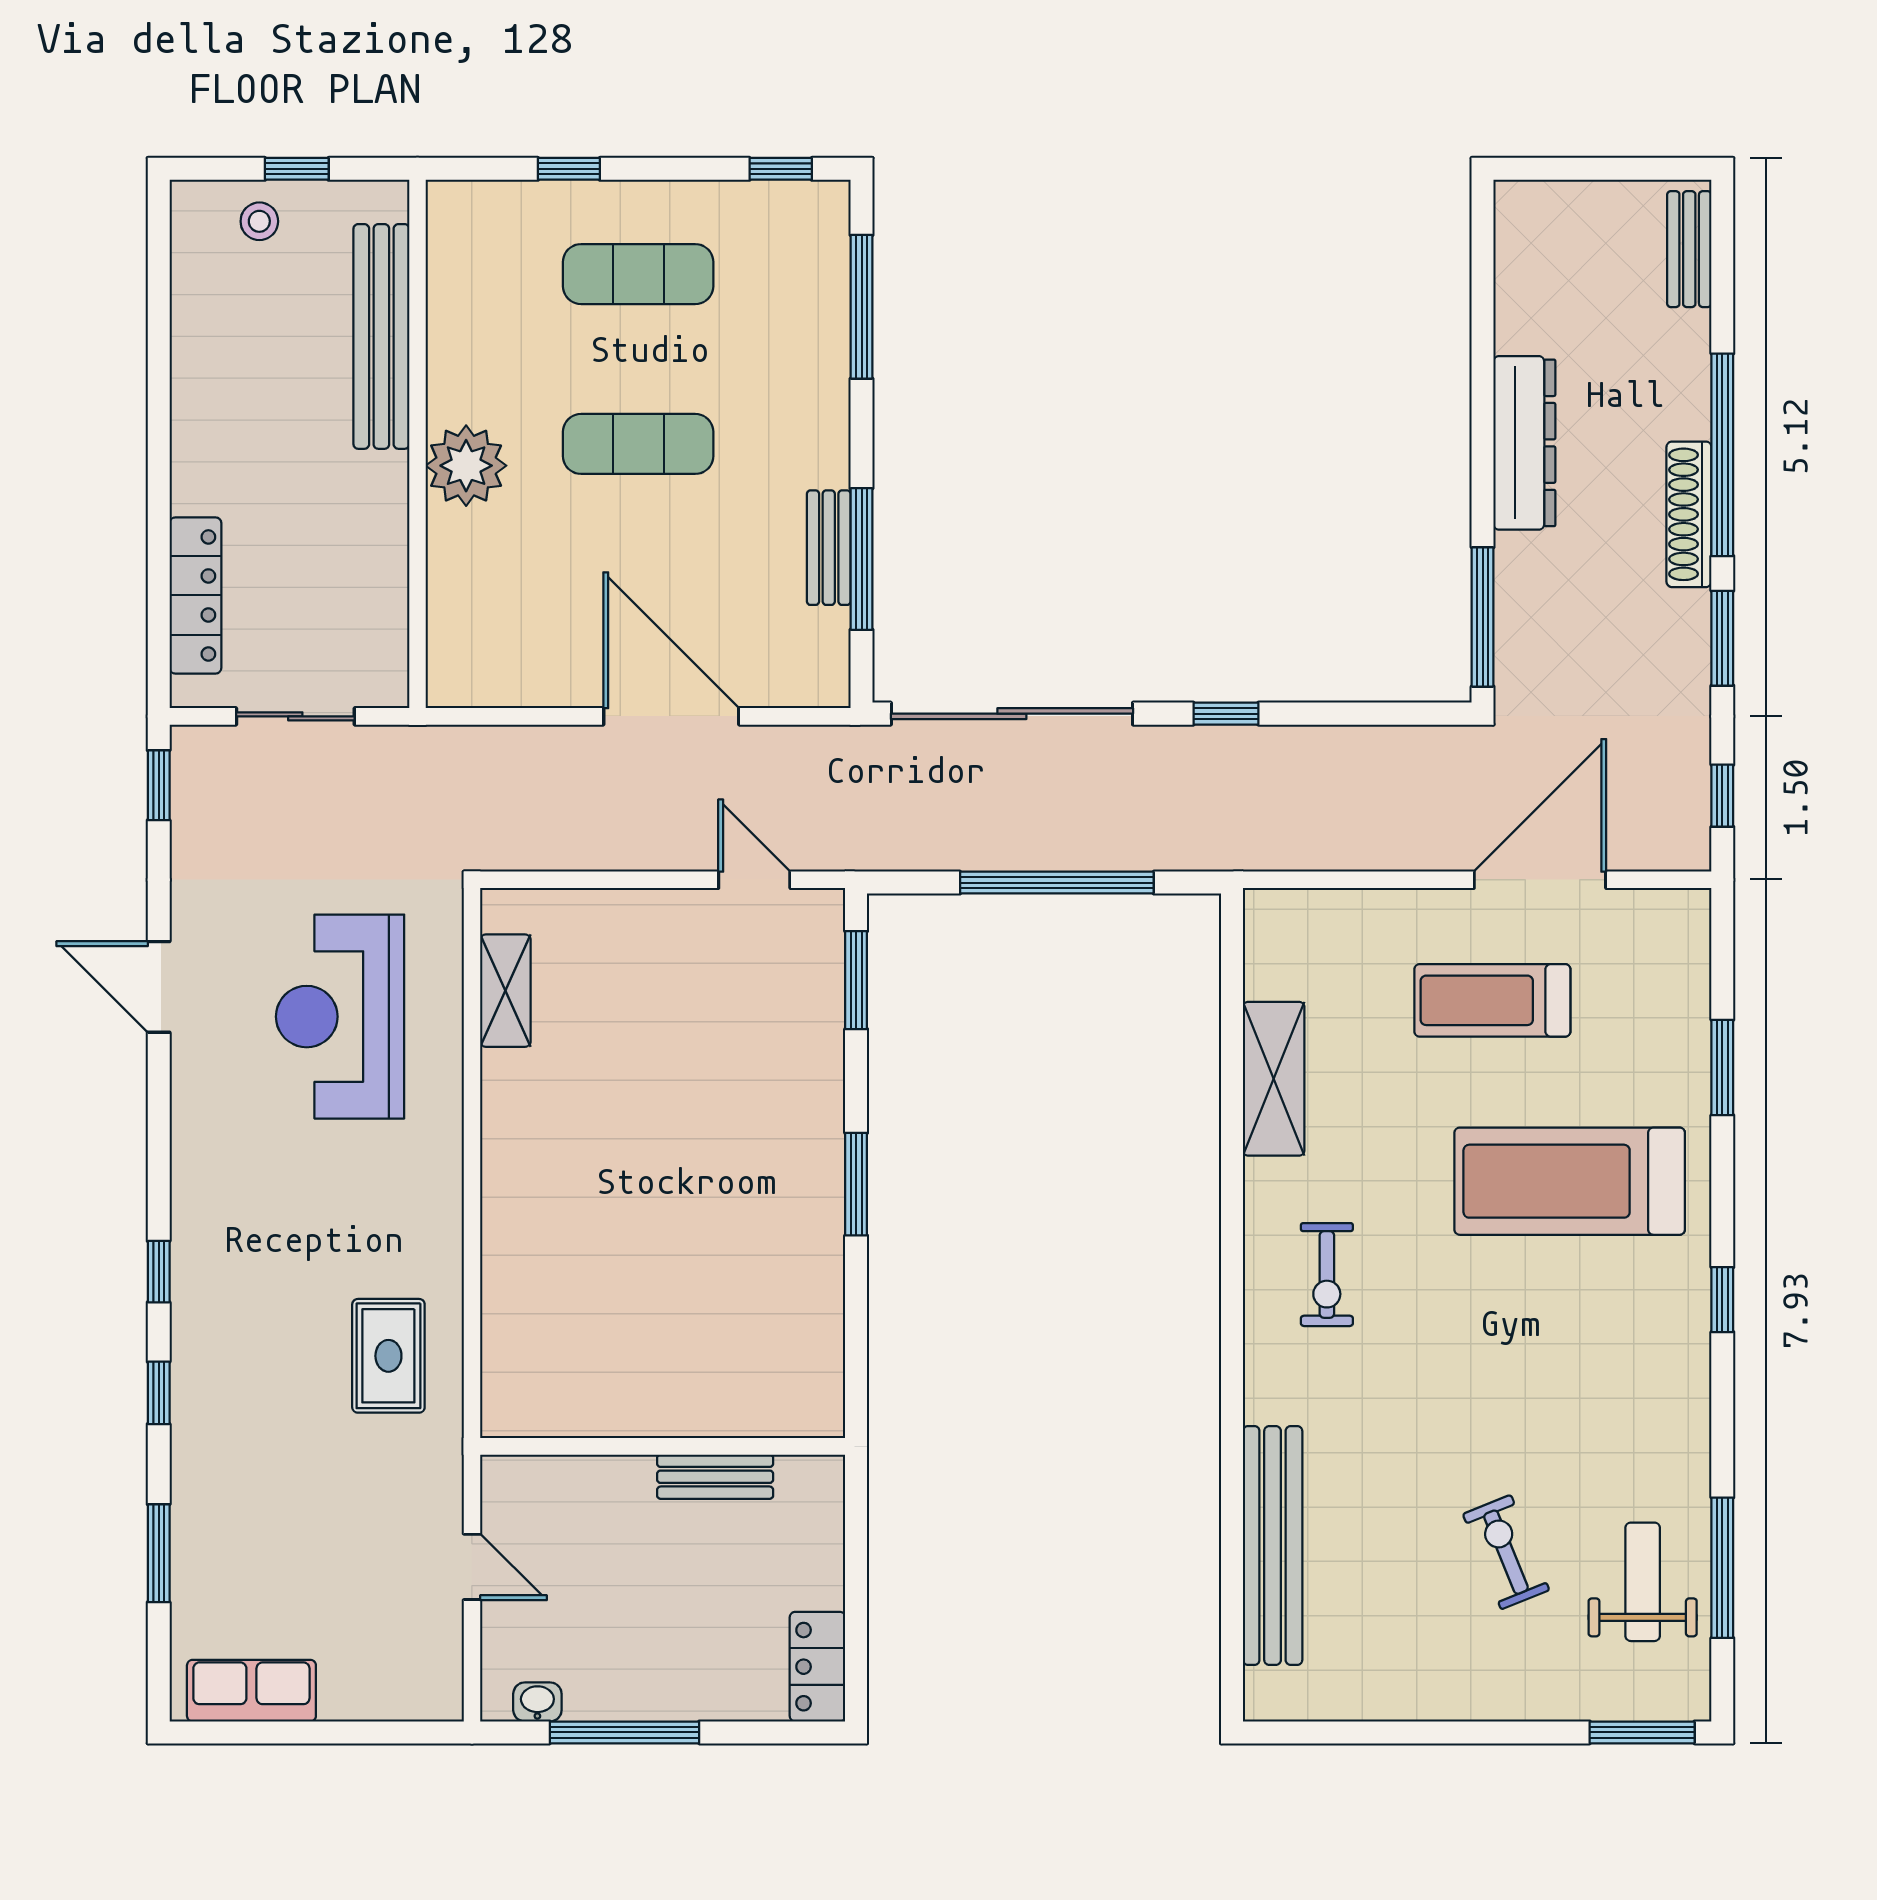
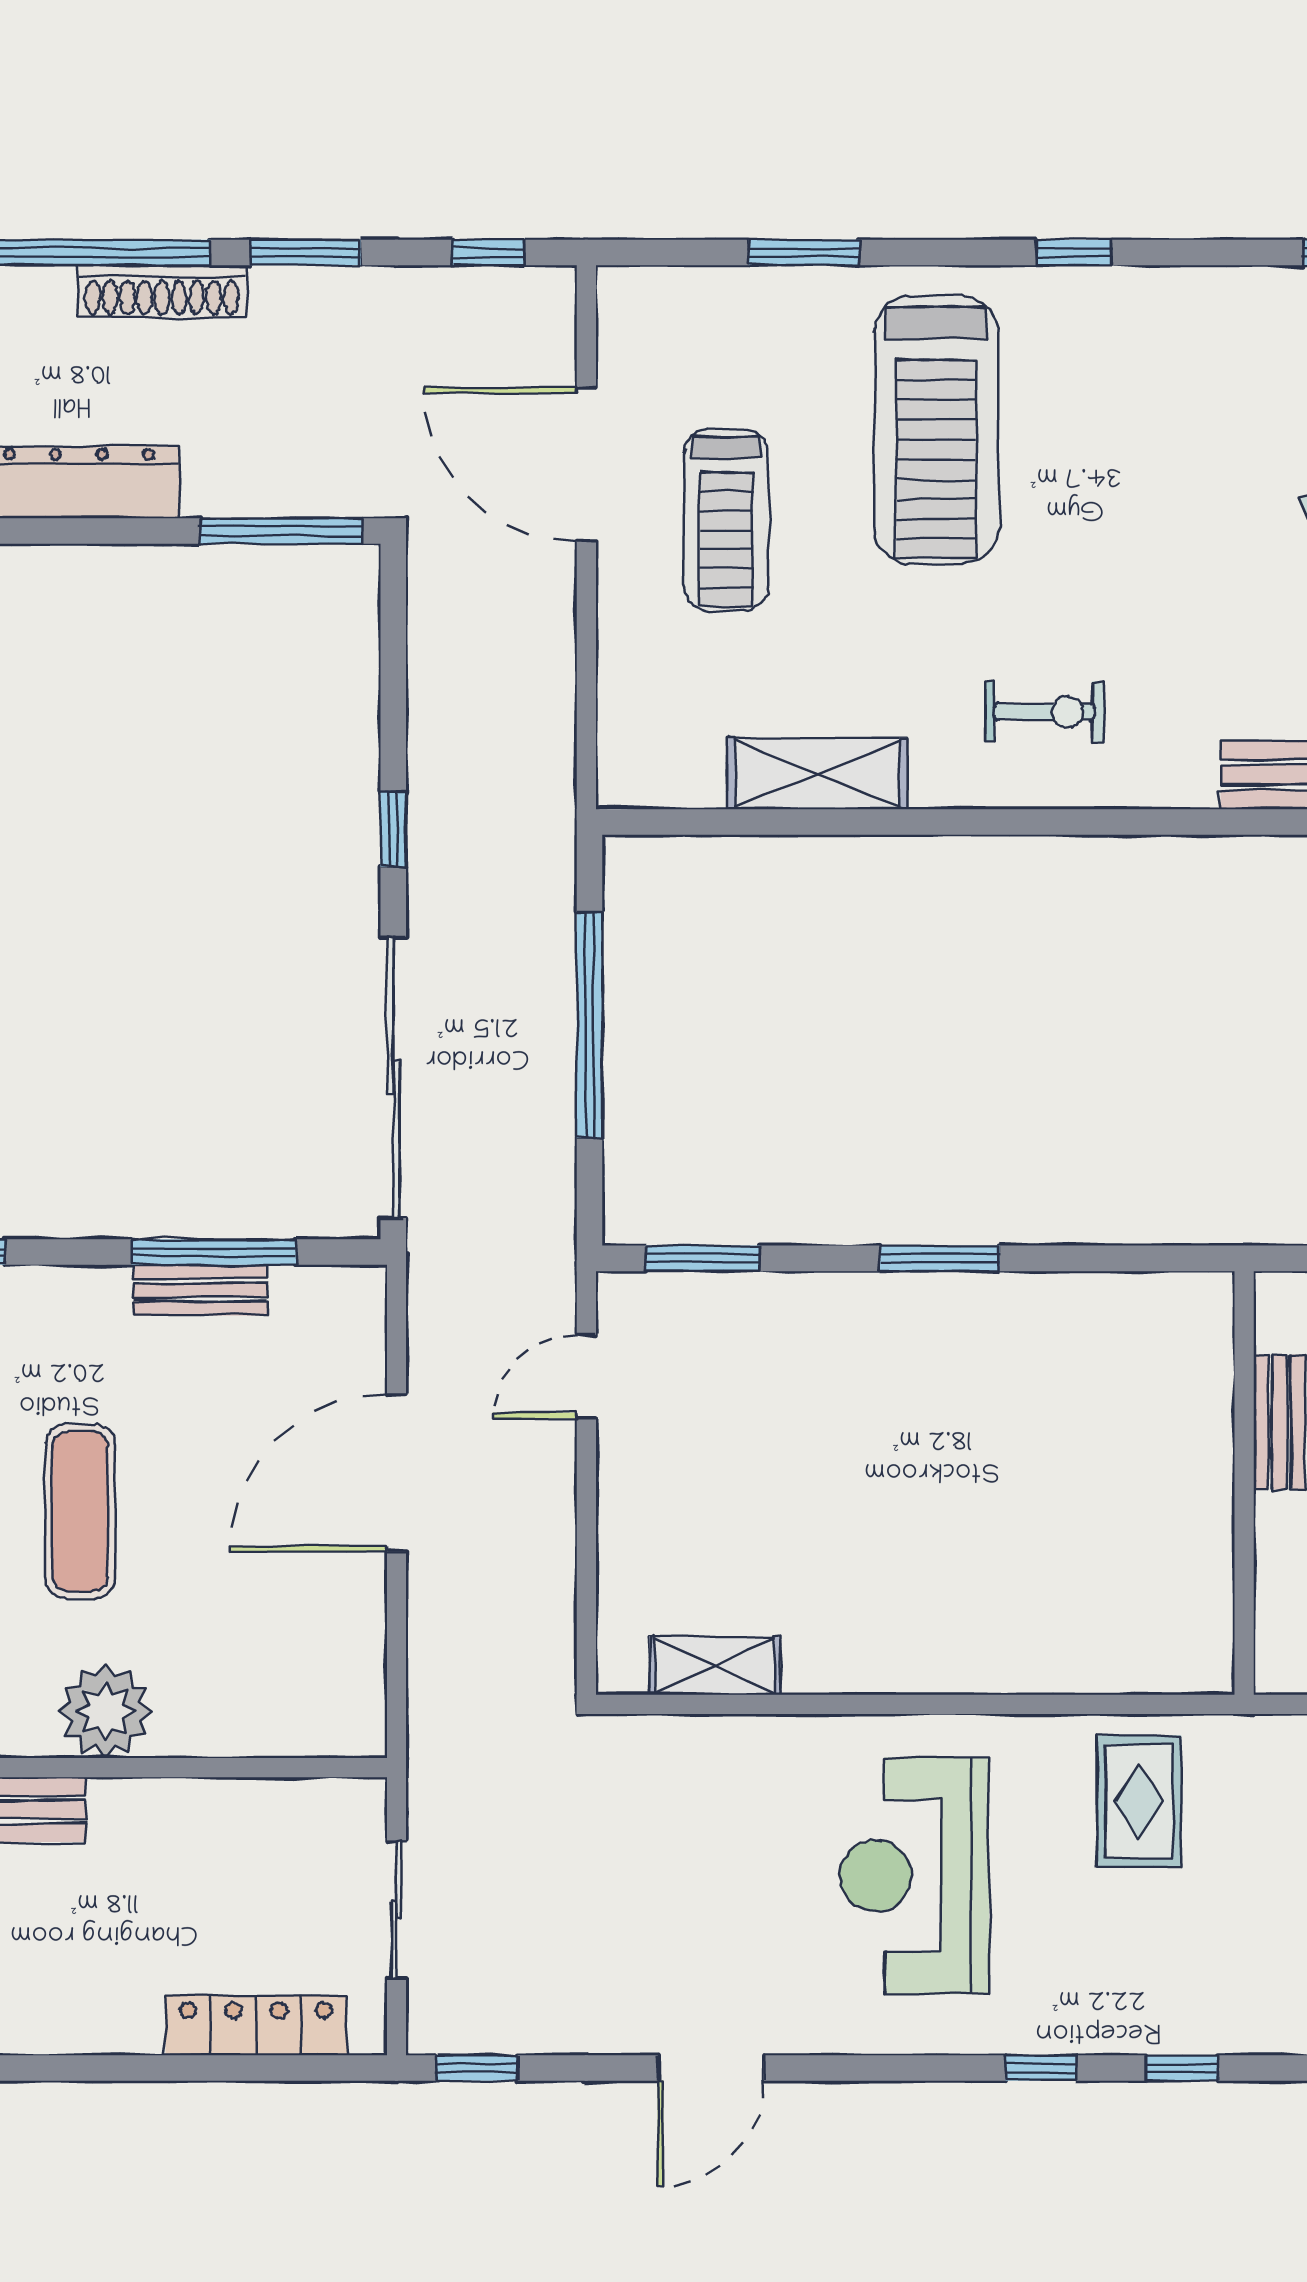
reception desk: (340, 1017) -> (914, 1876), moved, turned 90
rug: (388, 1356) -> (1139, 1801), turned 90

